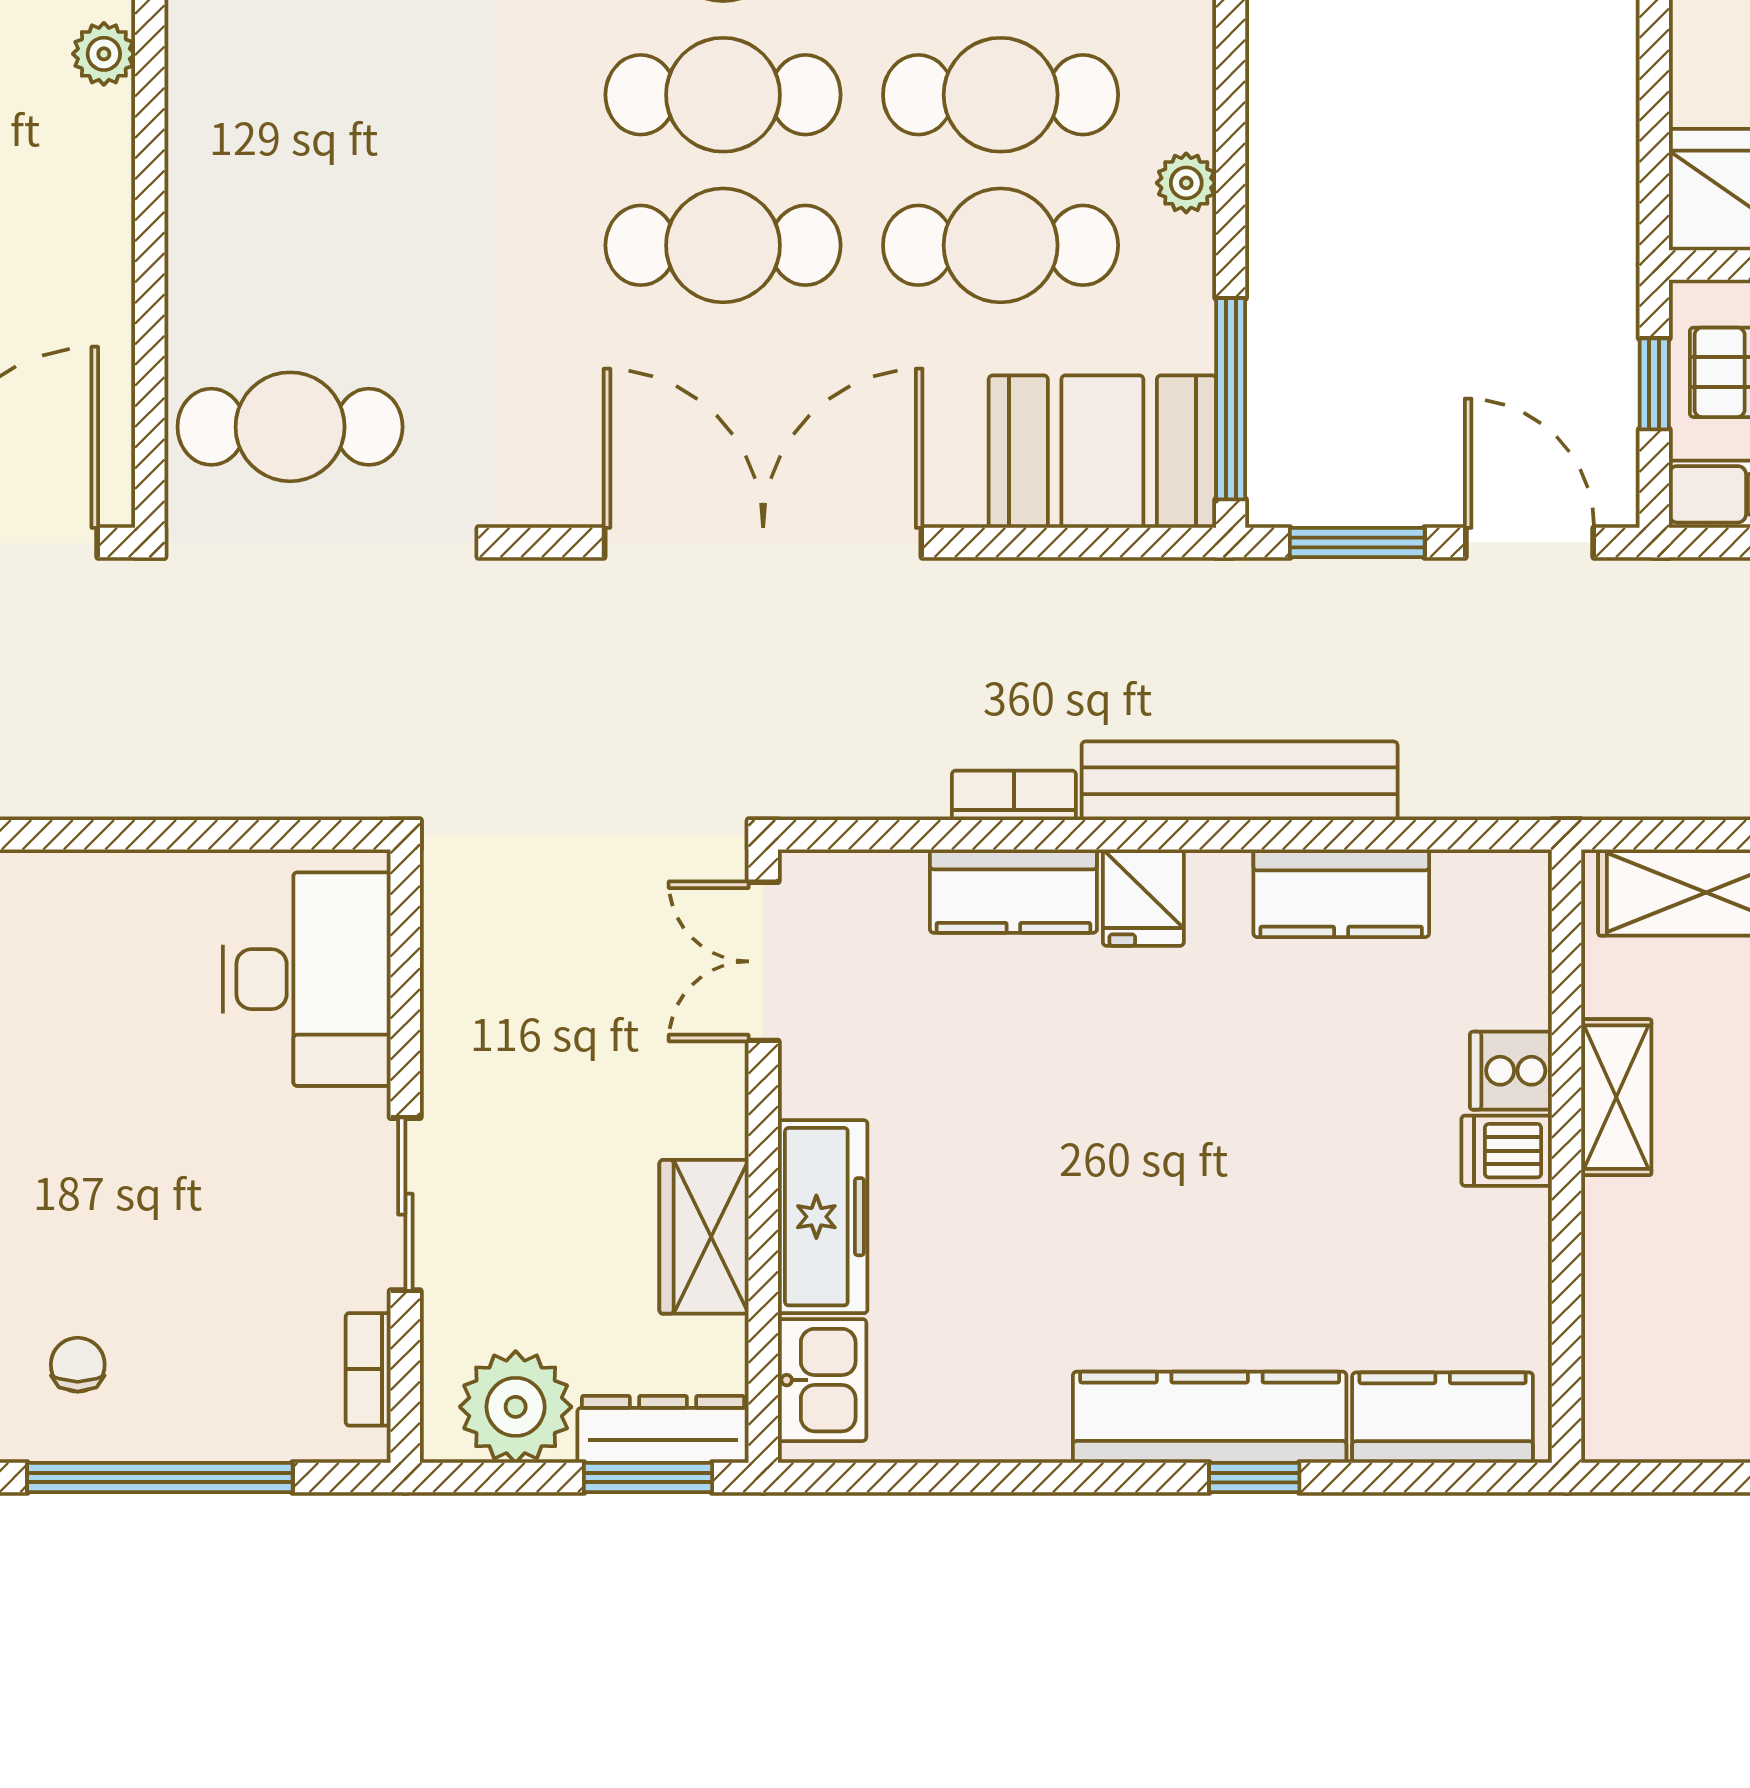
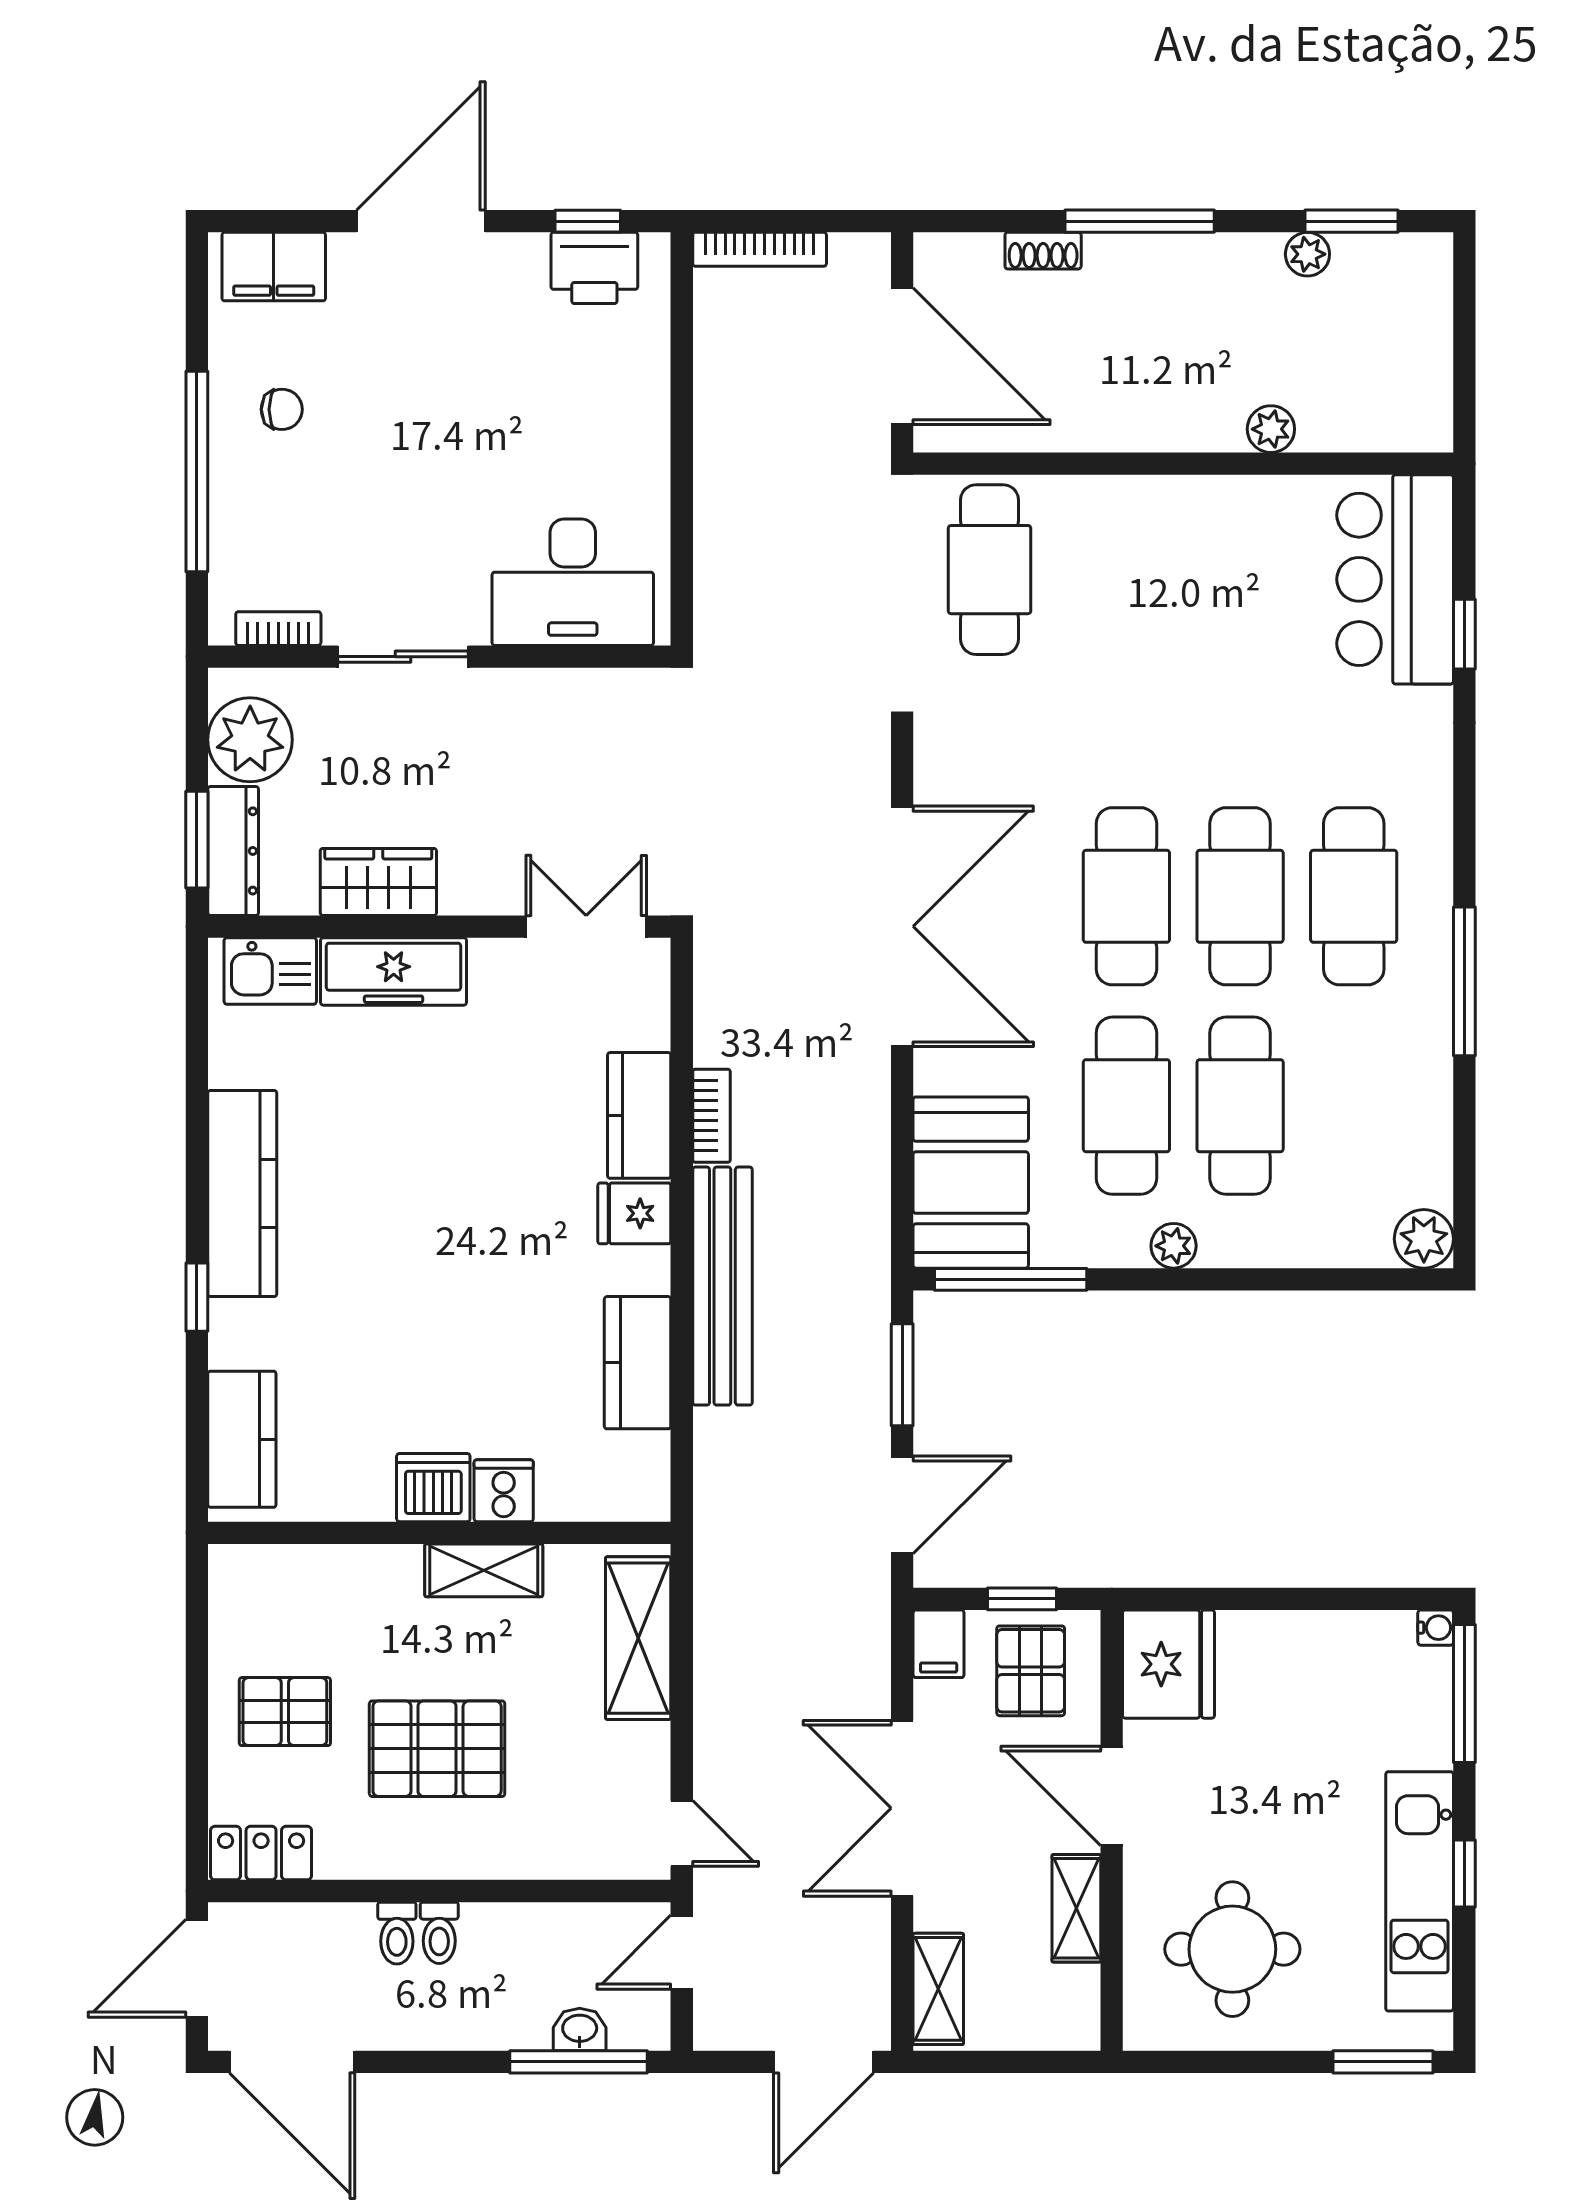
dishwasher: (1507, 1151) -> (433, 1488), width x1.38
kitchen counter: (1210, 1417) -> (242, 1194), moved

